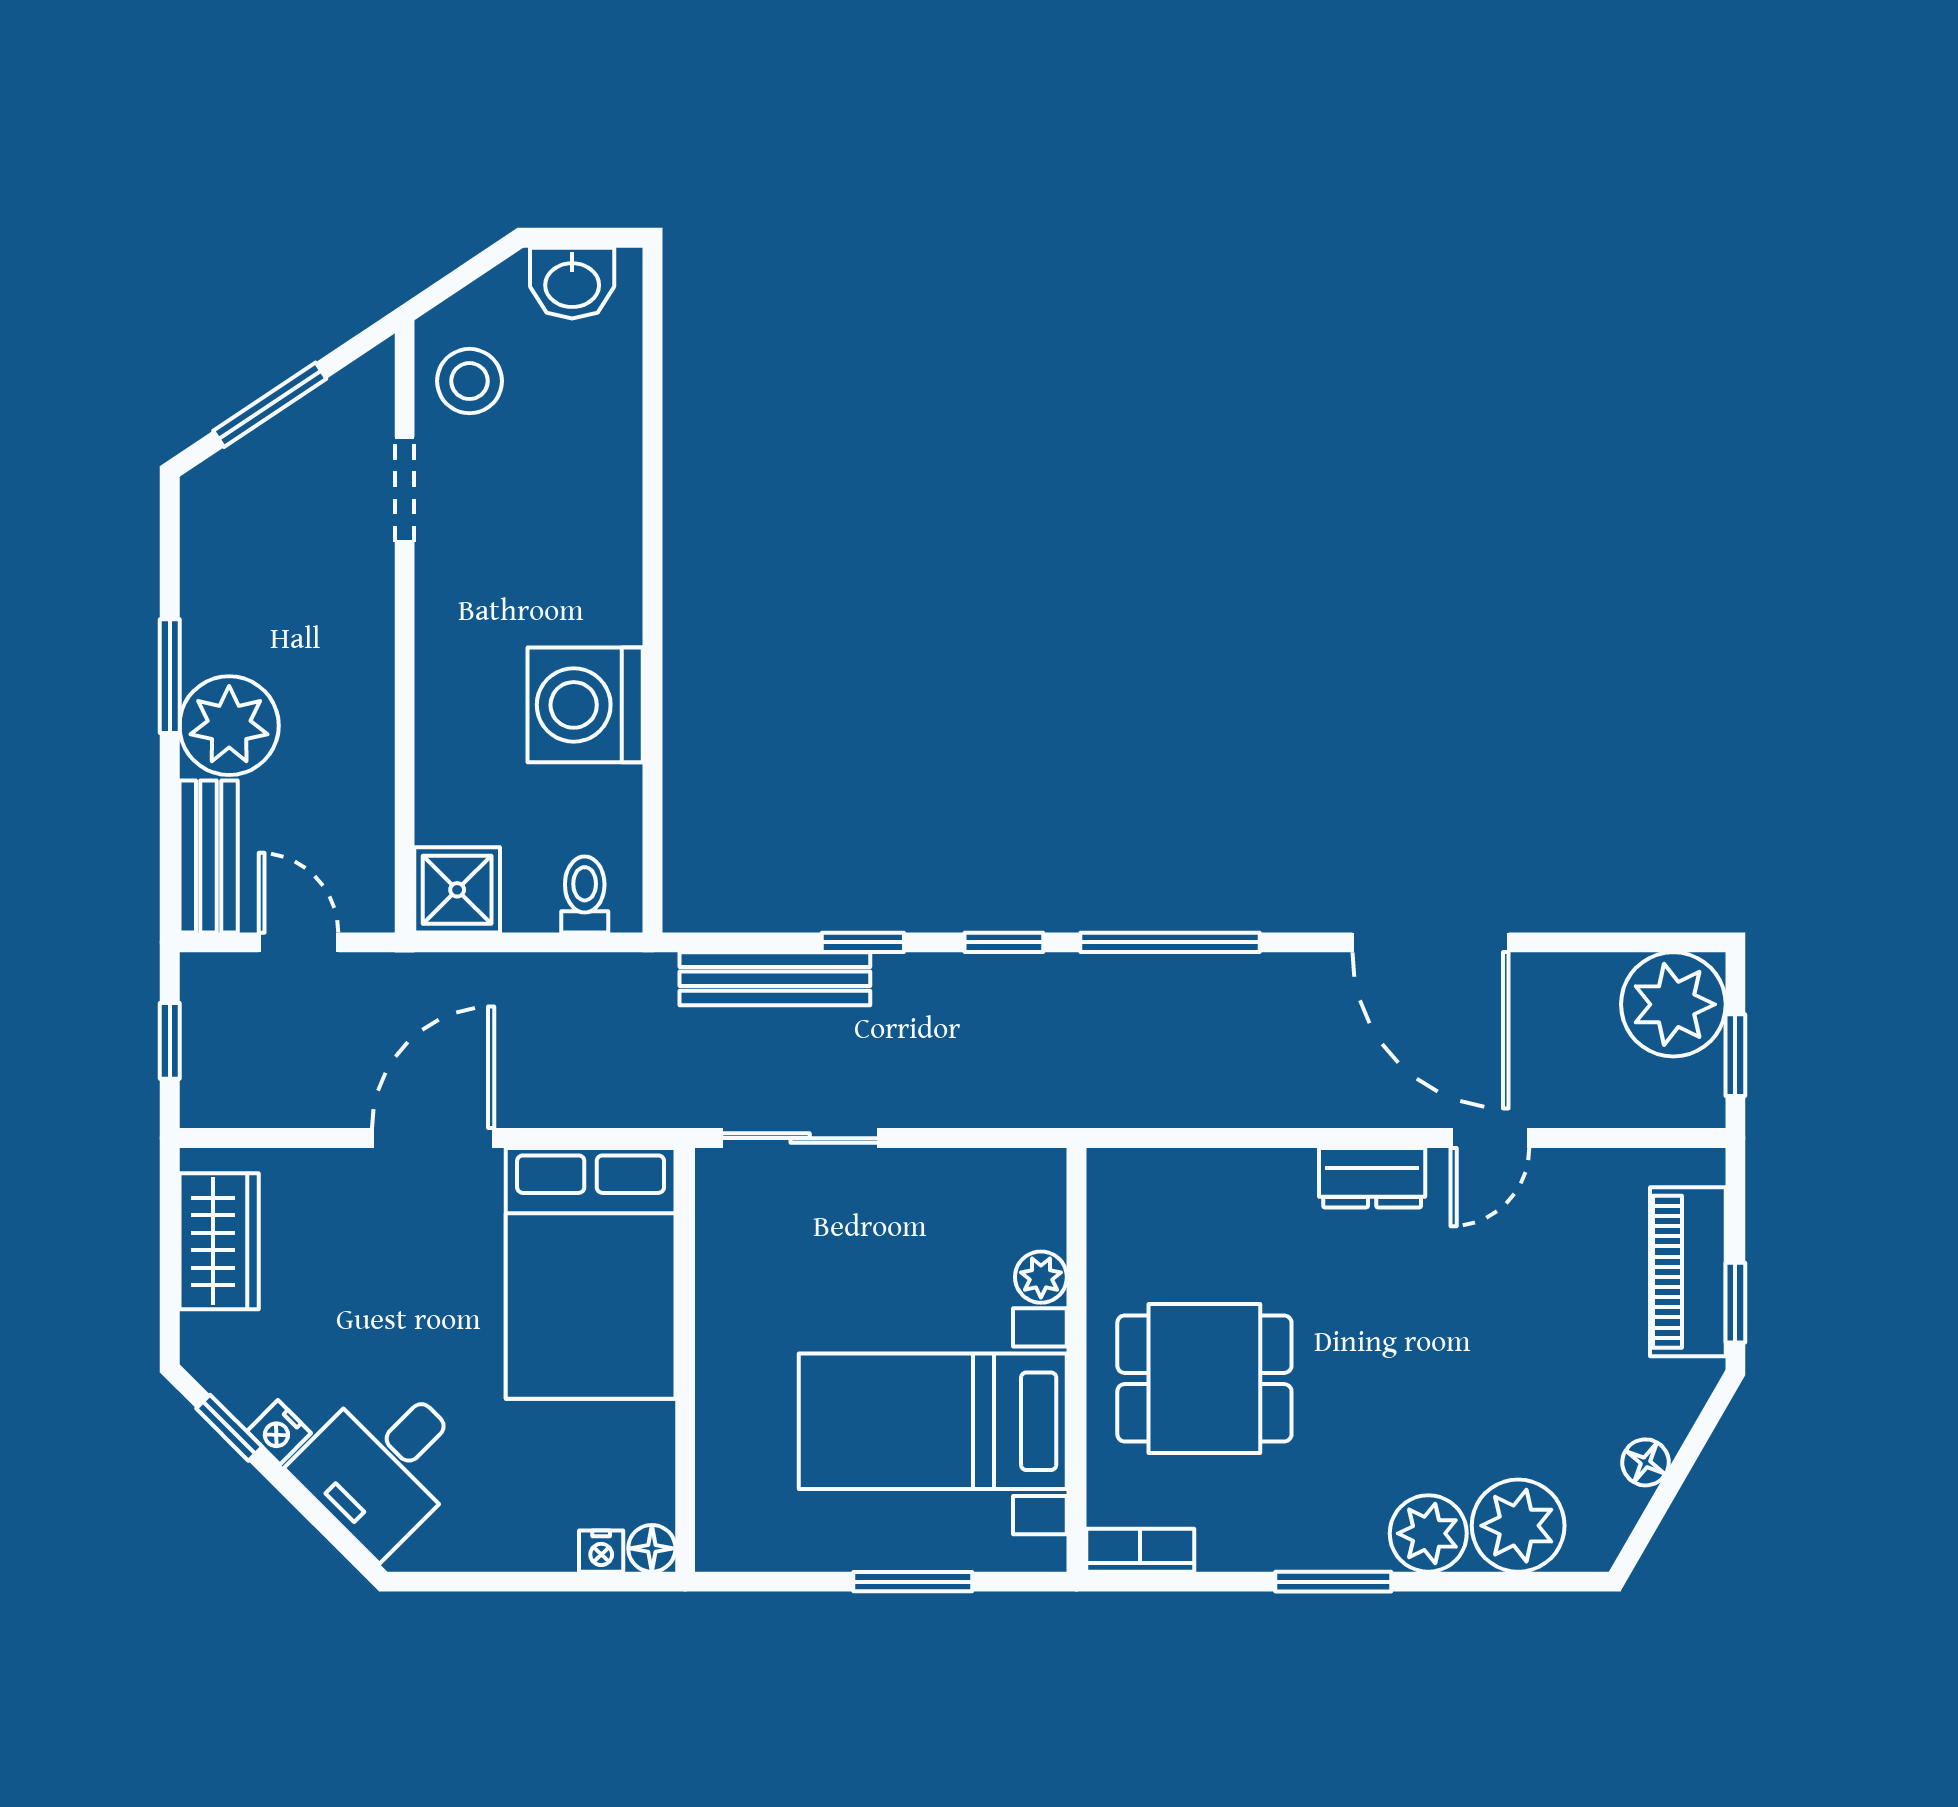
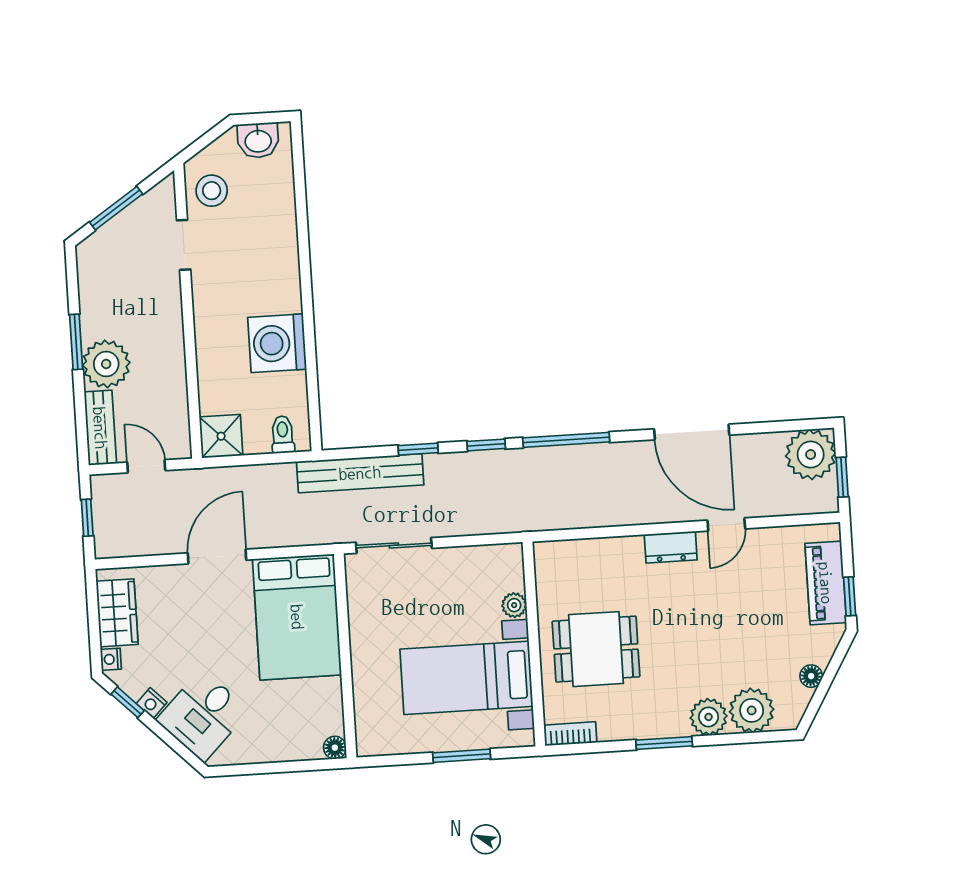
bench: (775, 979) -> (360, 473), width x1.37, depth x1.21
nightstand: (601, 1551) -> (111, 659), moved, turned 90

